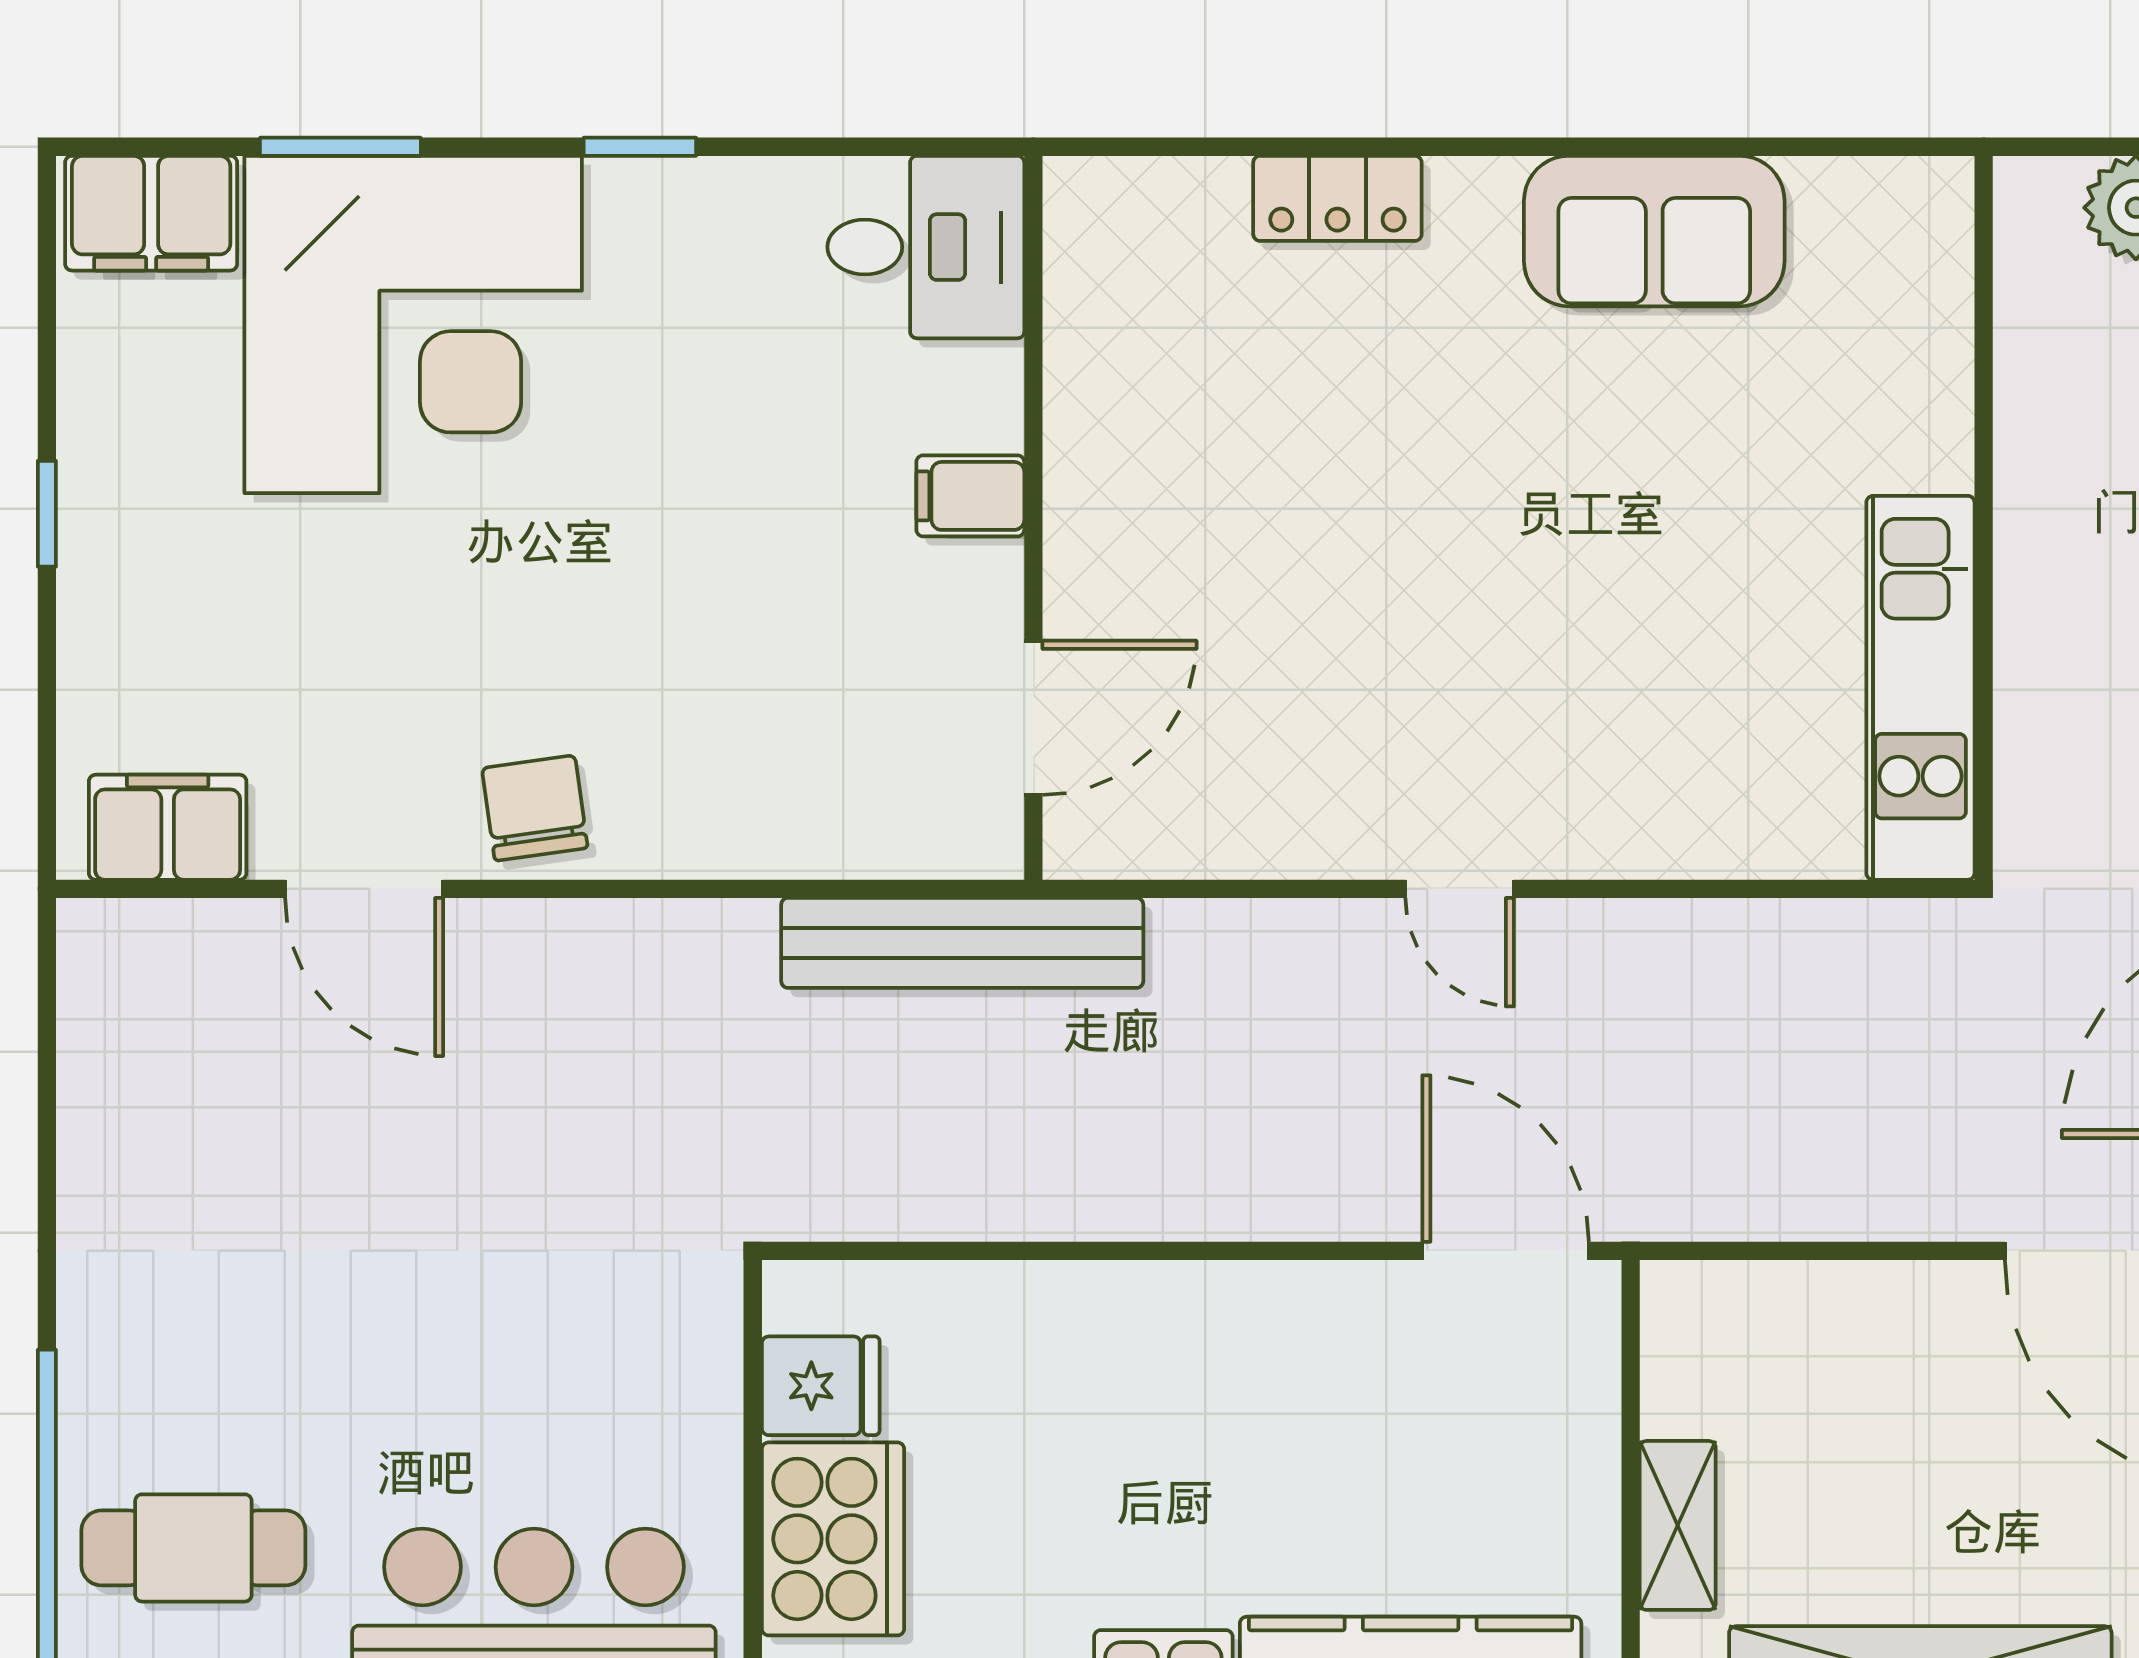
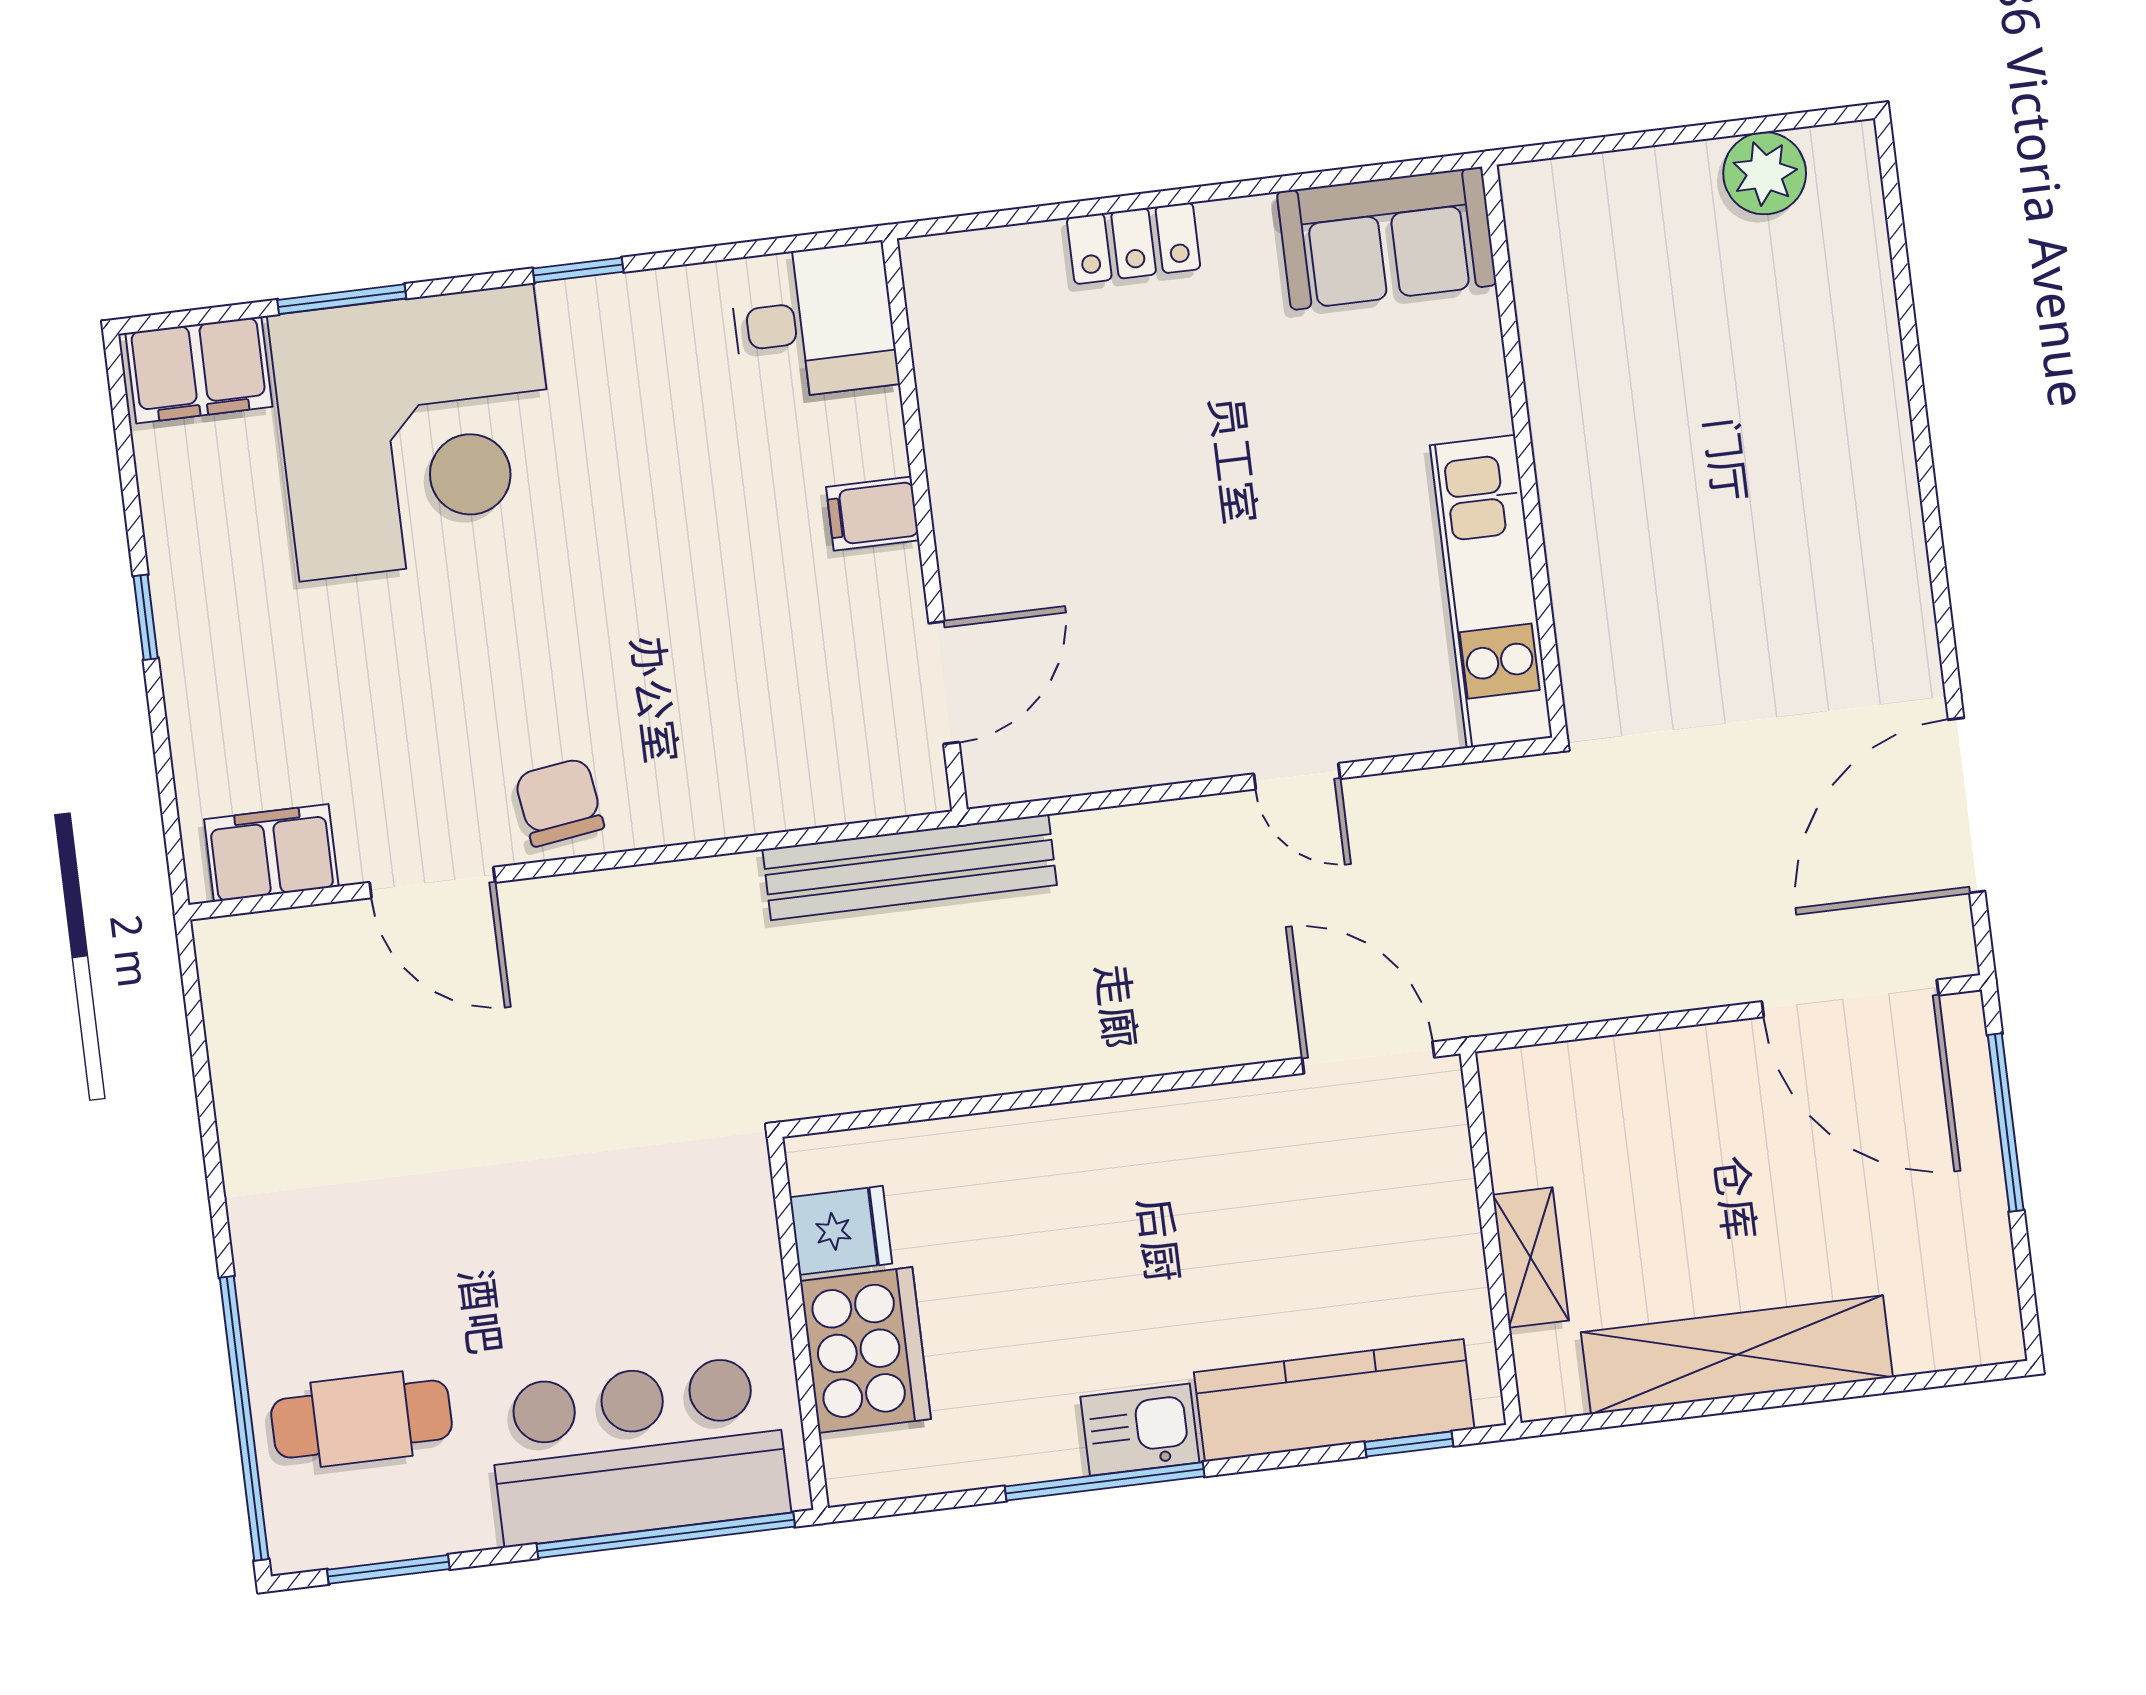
wall: (1984, 518) -> (1524, 451), moved
kitchen unit: (1920, 688) -> (1491, 591), moved

